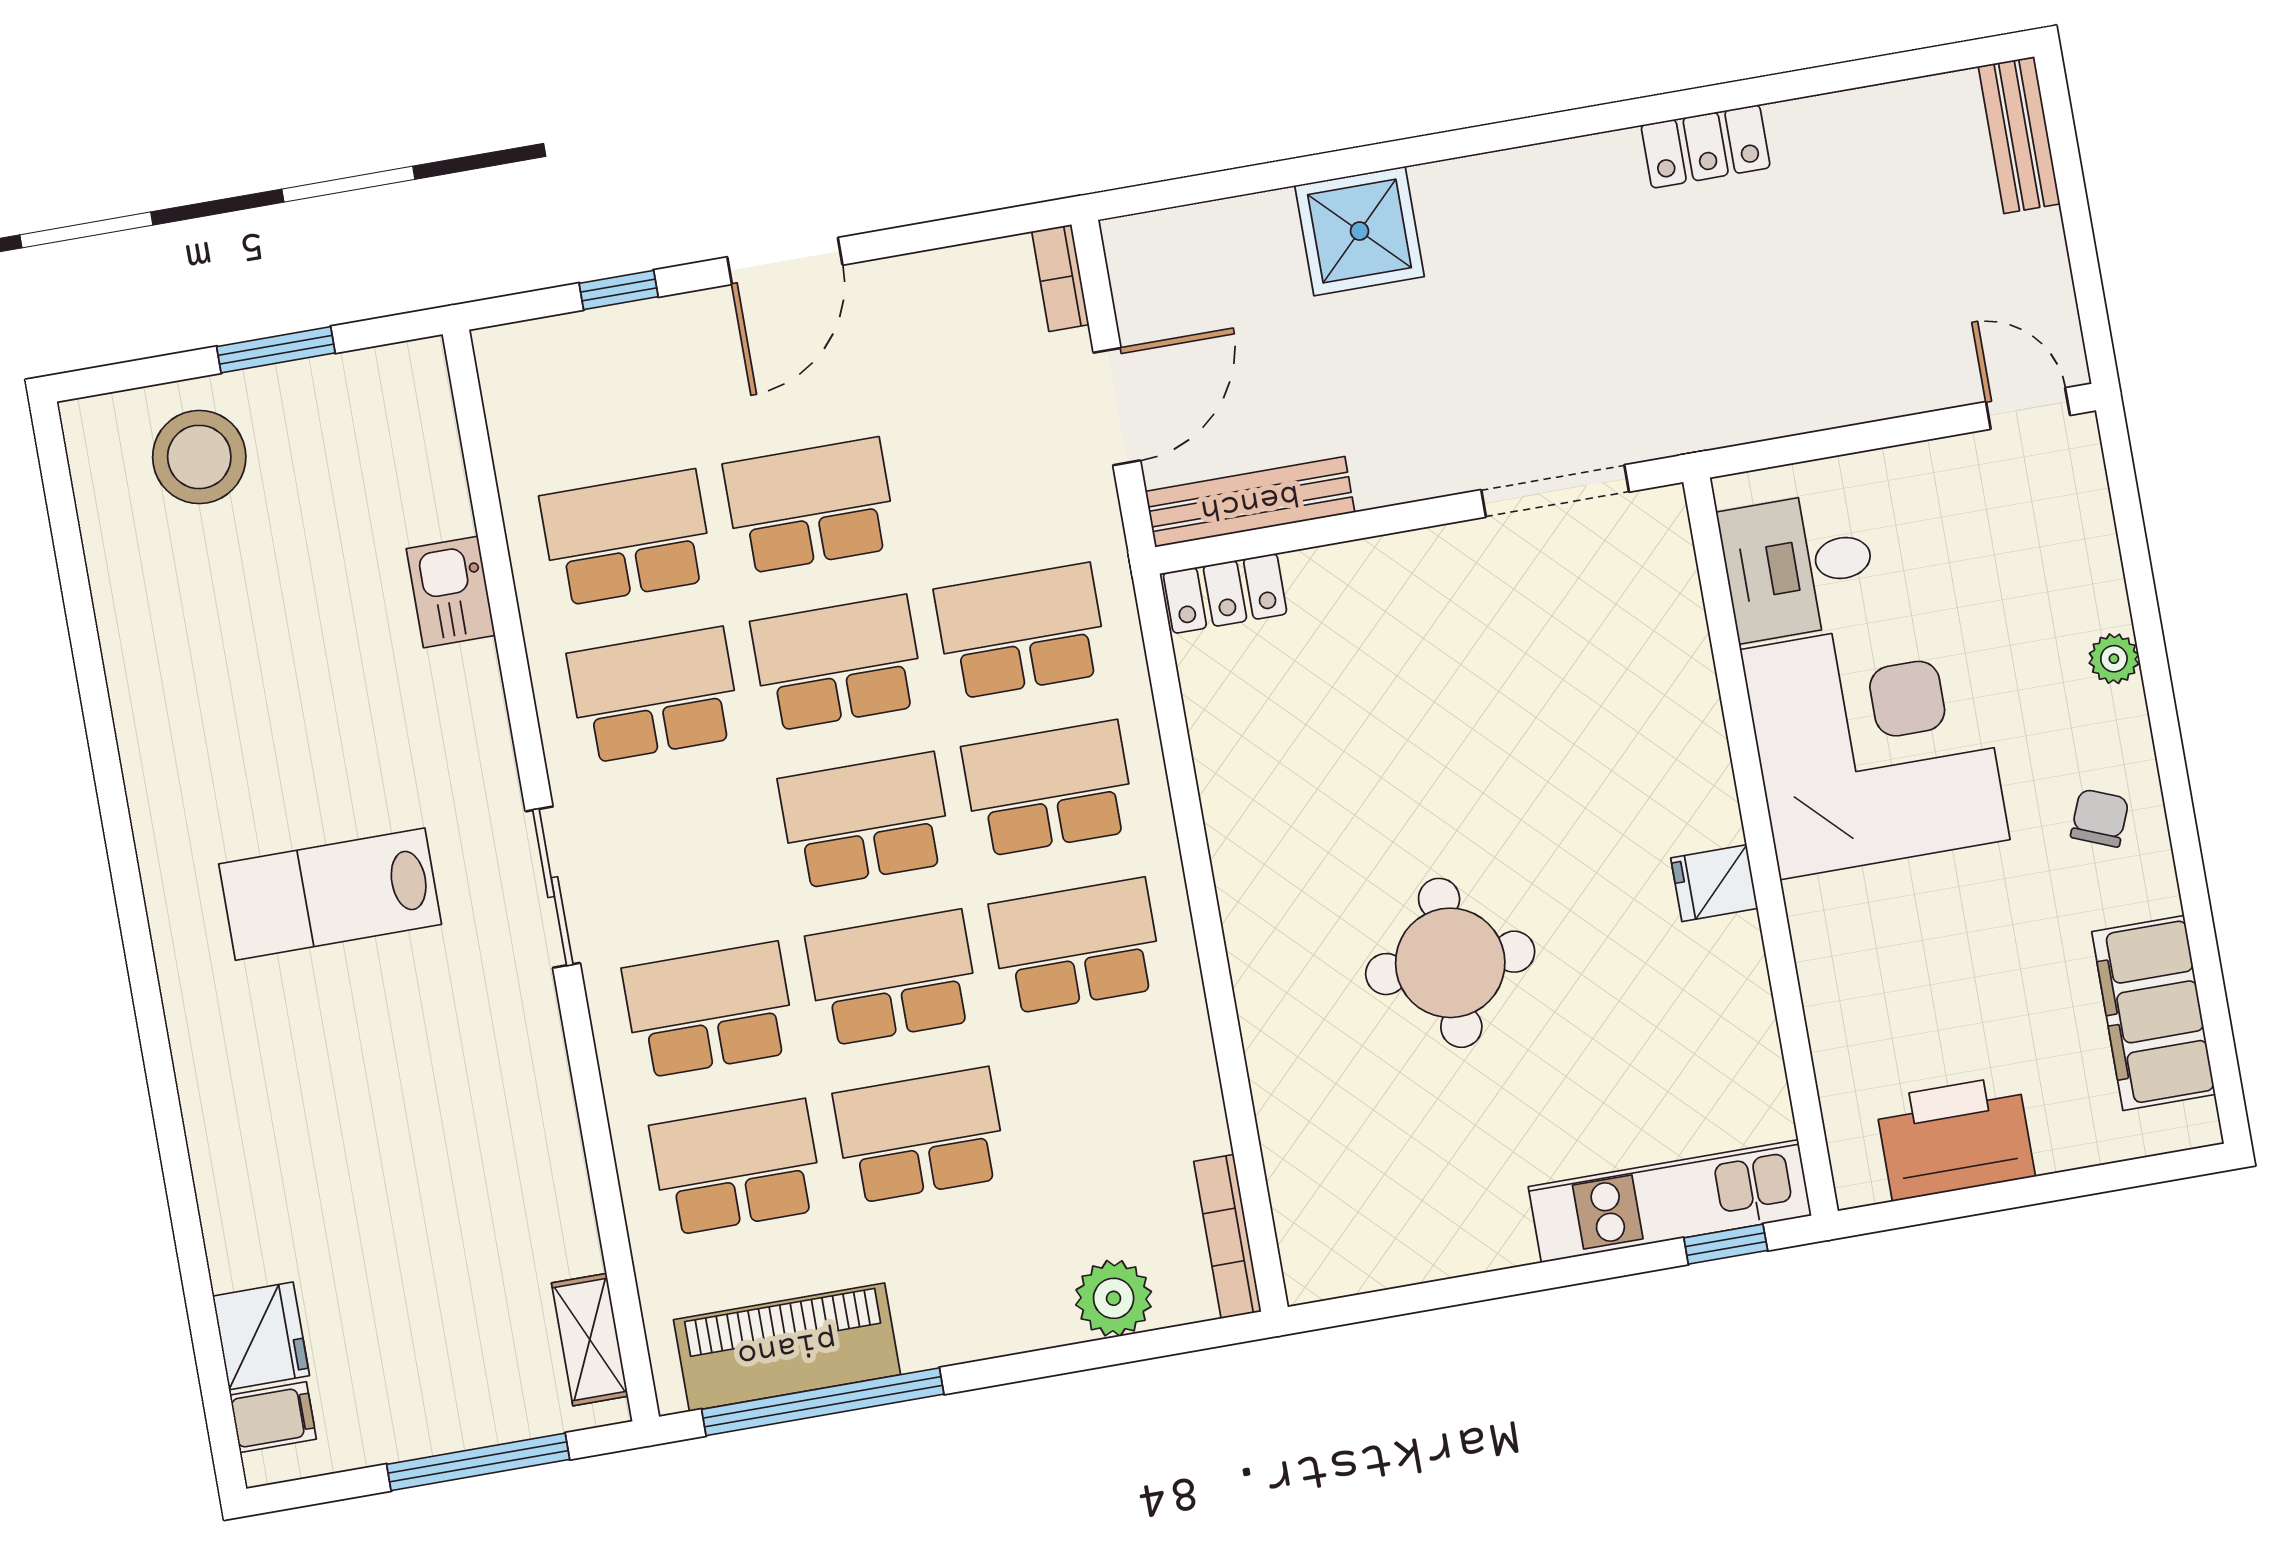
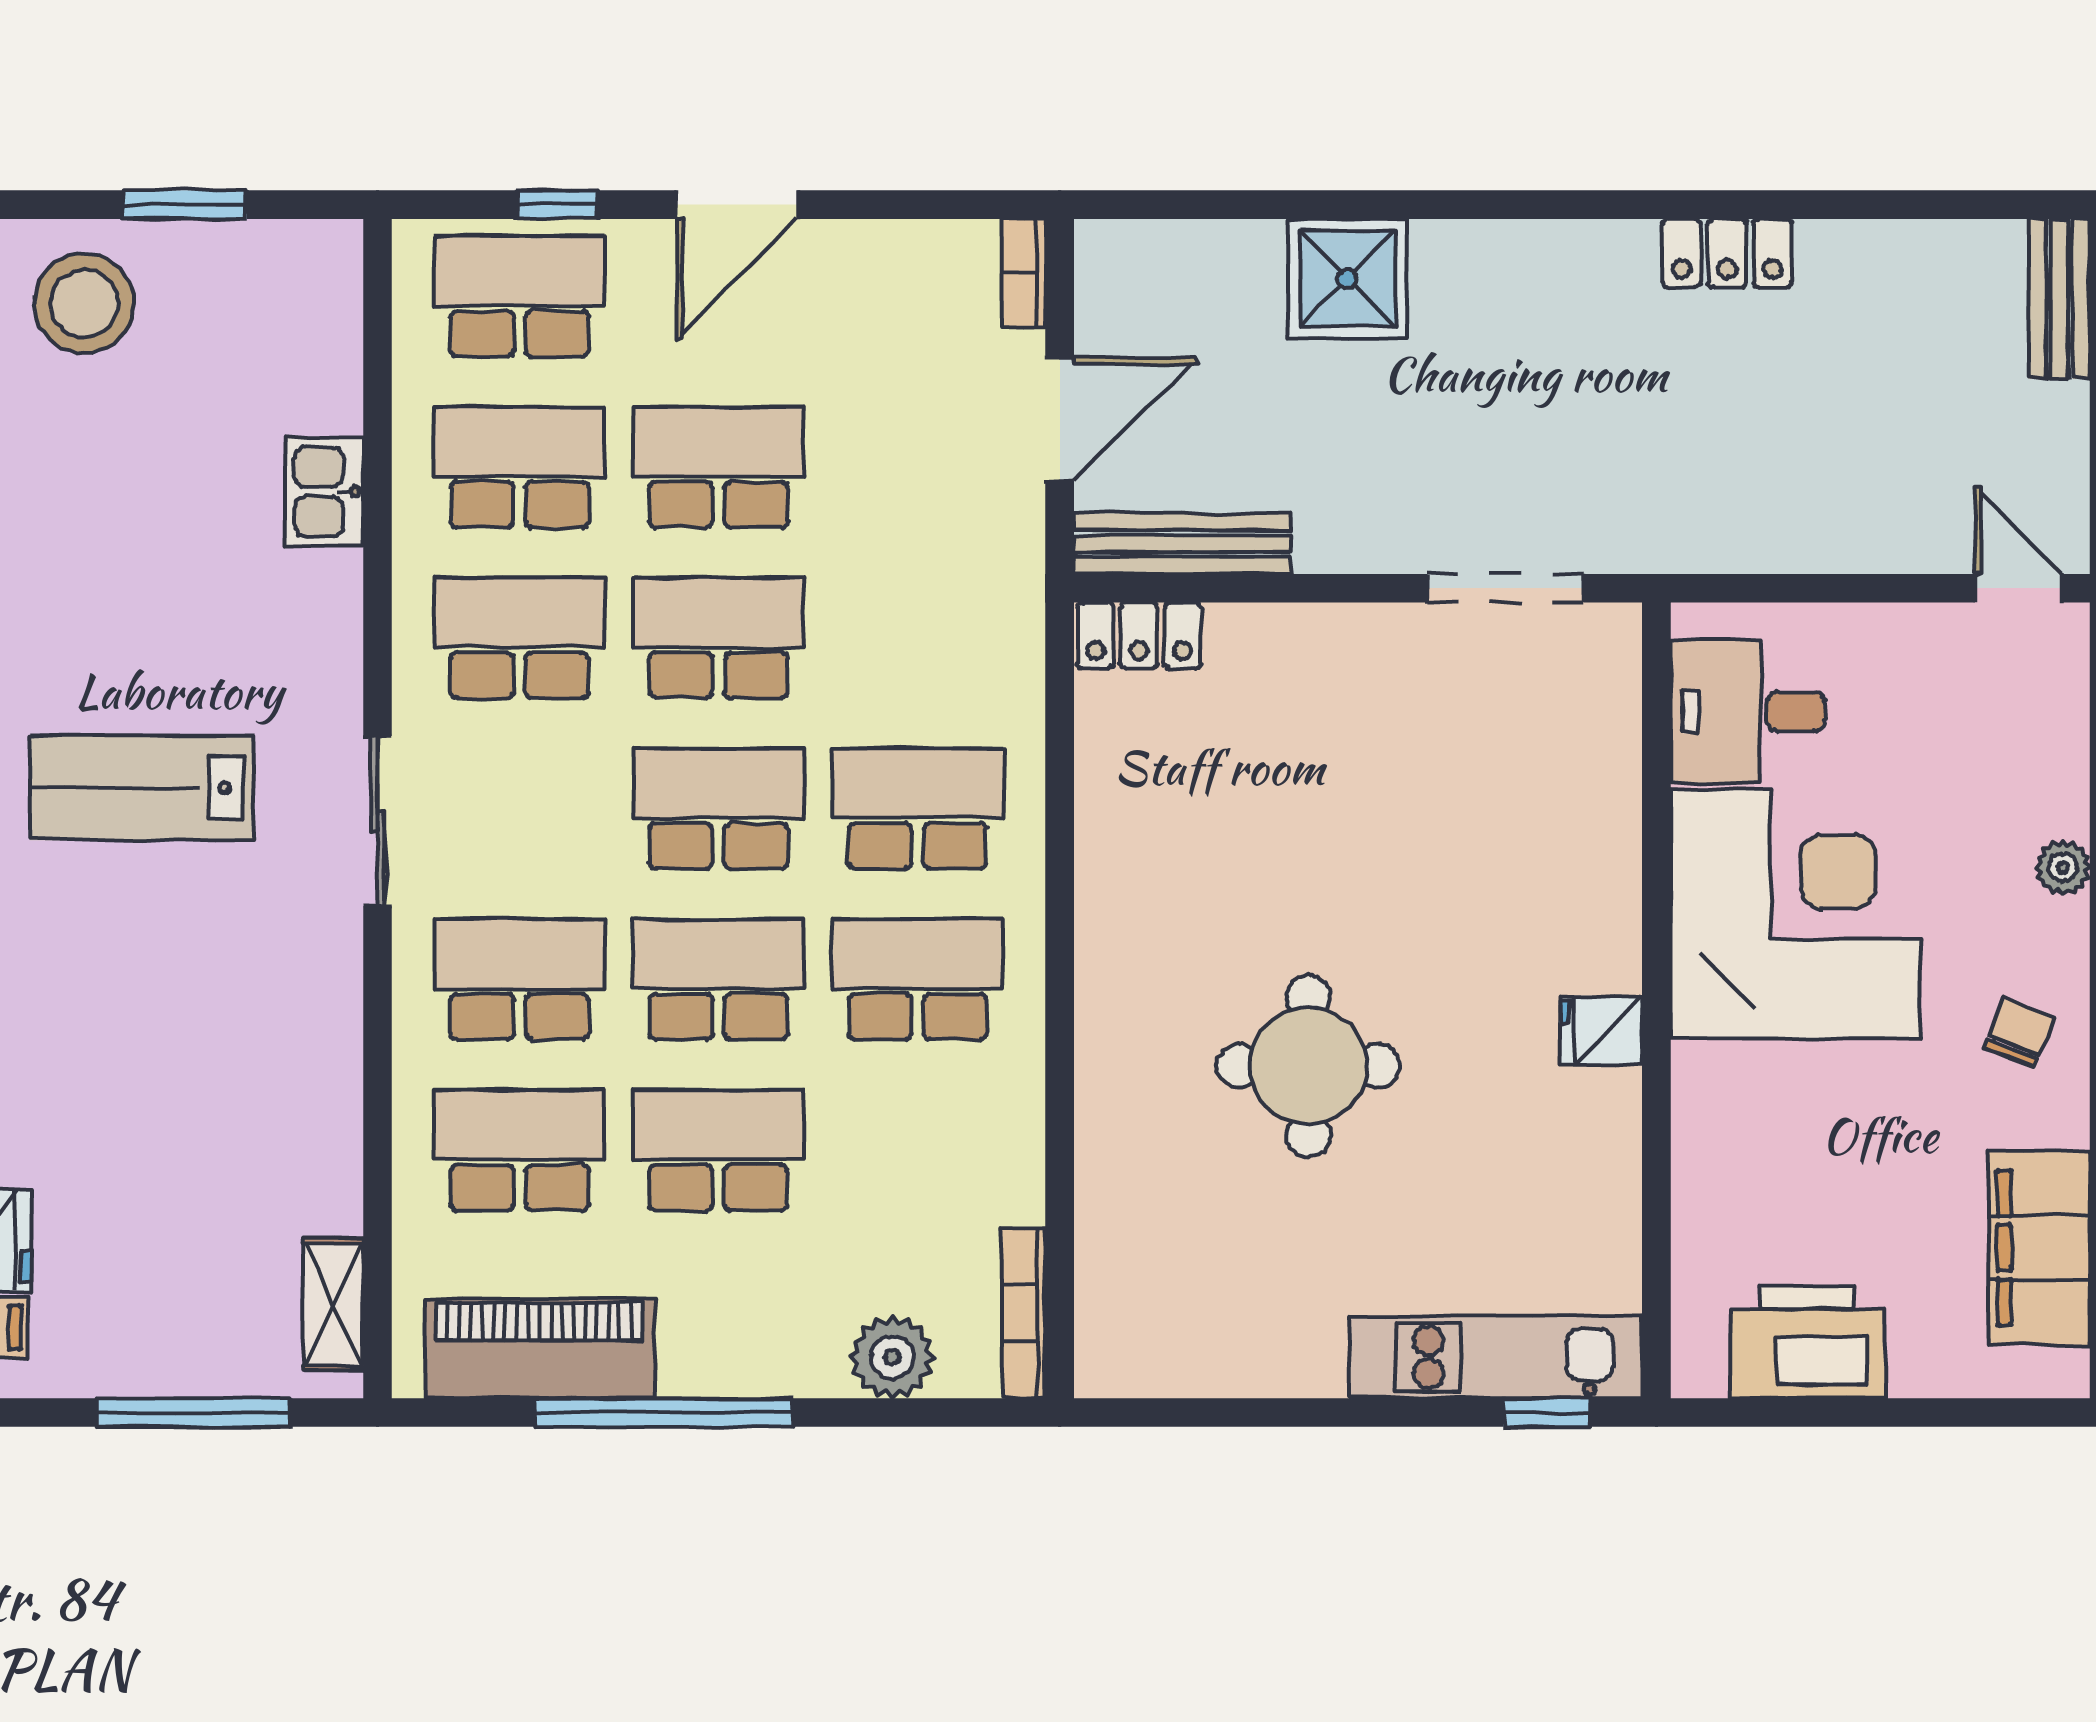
school desk: (1021, 631) -> (519, 296), moved
window: (823, 1402) -> (663, 1412), moved

